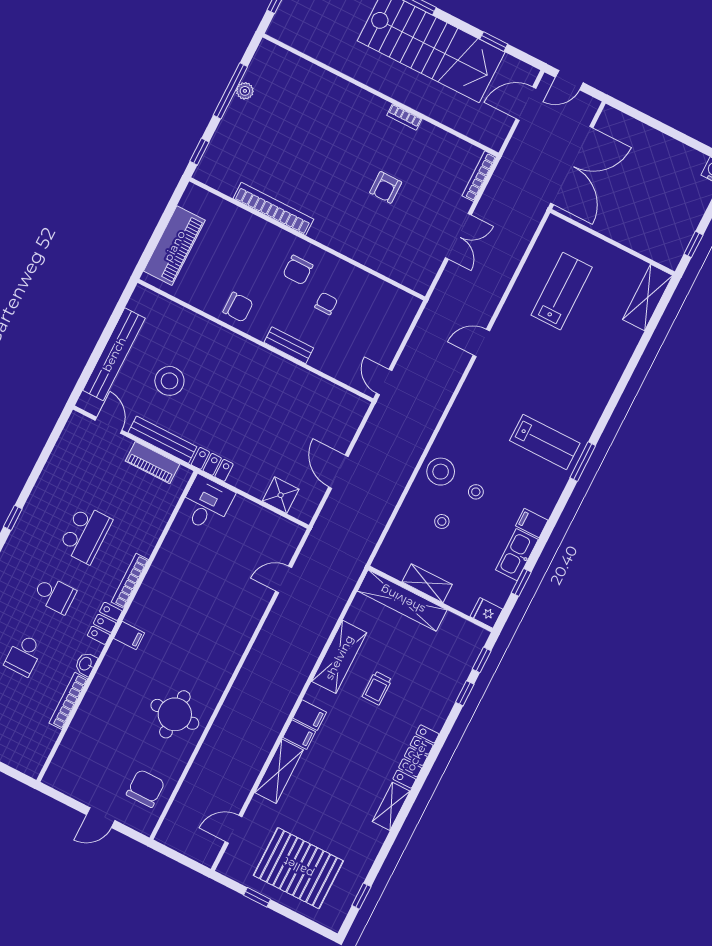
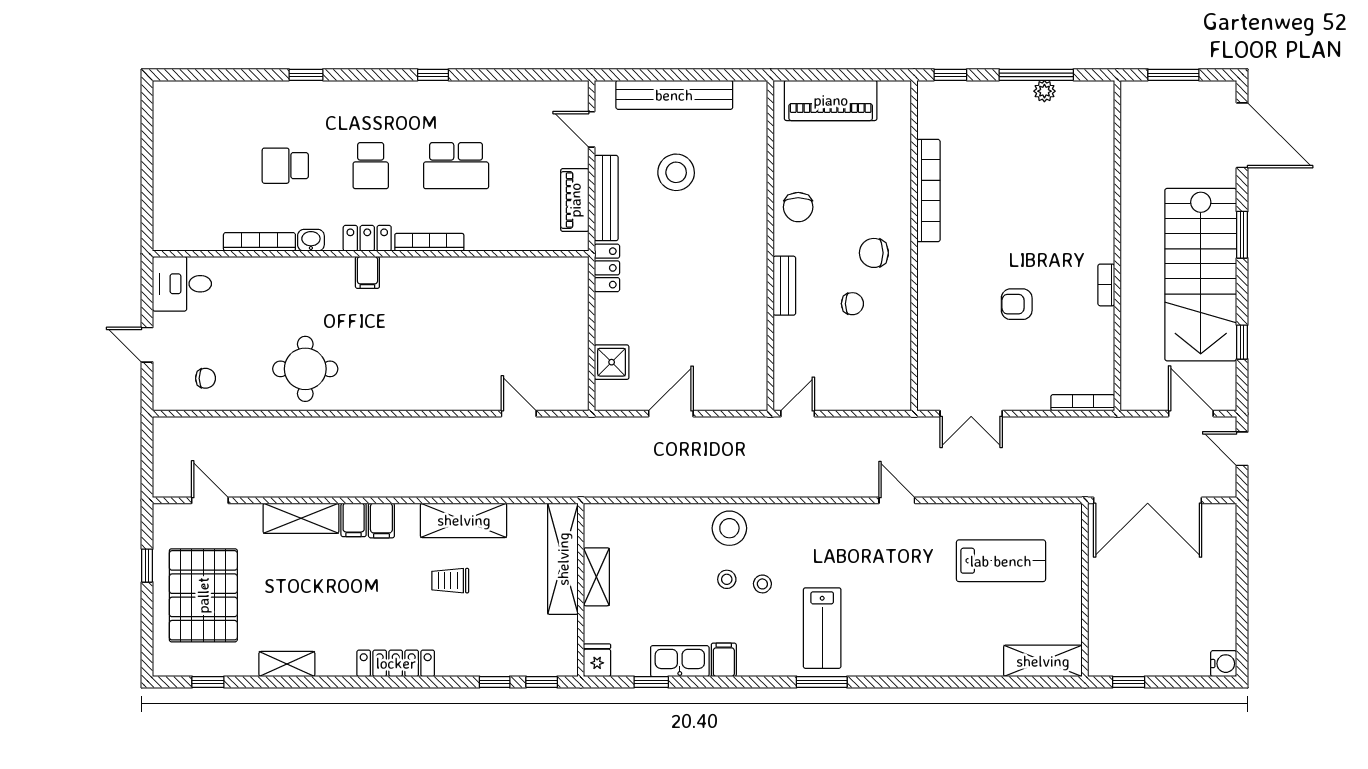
double door: (458, 236) -> (971, 414), moved
door: (109, 425) -> (592, 129), swing flipped
desk: (206, 504) -> (182, 284), moved, turned 180
stool: (442, 521) -> (762, 584), moved
chair: (146, 788) -> (205, 378), width x0.54, depth x0.54
shelving: (391, 806) -> (287, 664), moved

